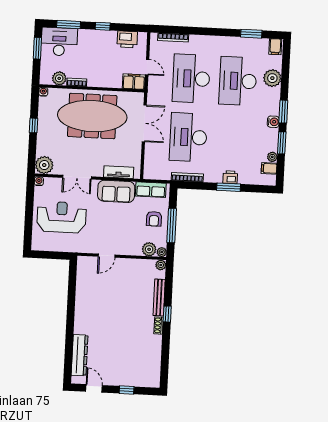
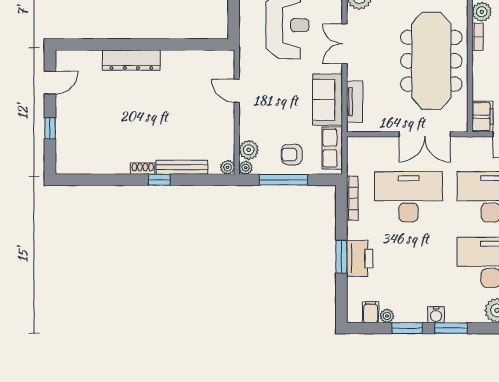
printer: (230, 177) -> (360, 258), width x1.87, depth x1.48
dresser: (80, 355) -> (131, 60), moved

